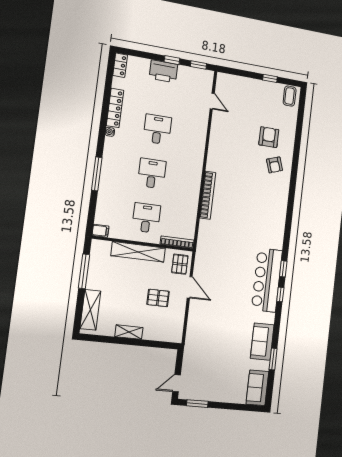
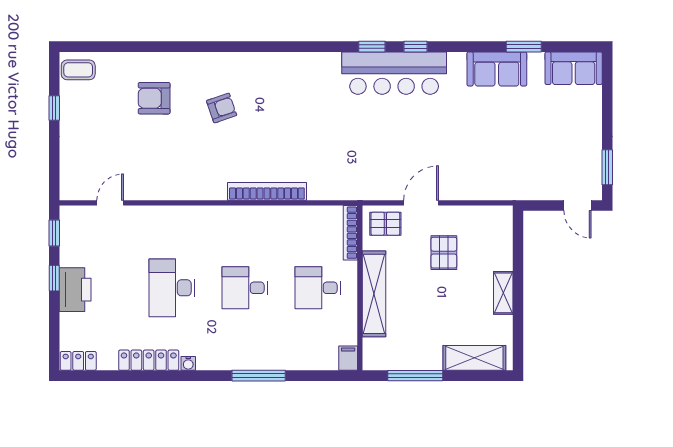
desk: (157, 129) -> (172, 288), width x1.37
armchair: (274, 165) -> (222, 108), moved

